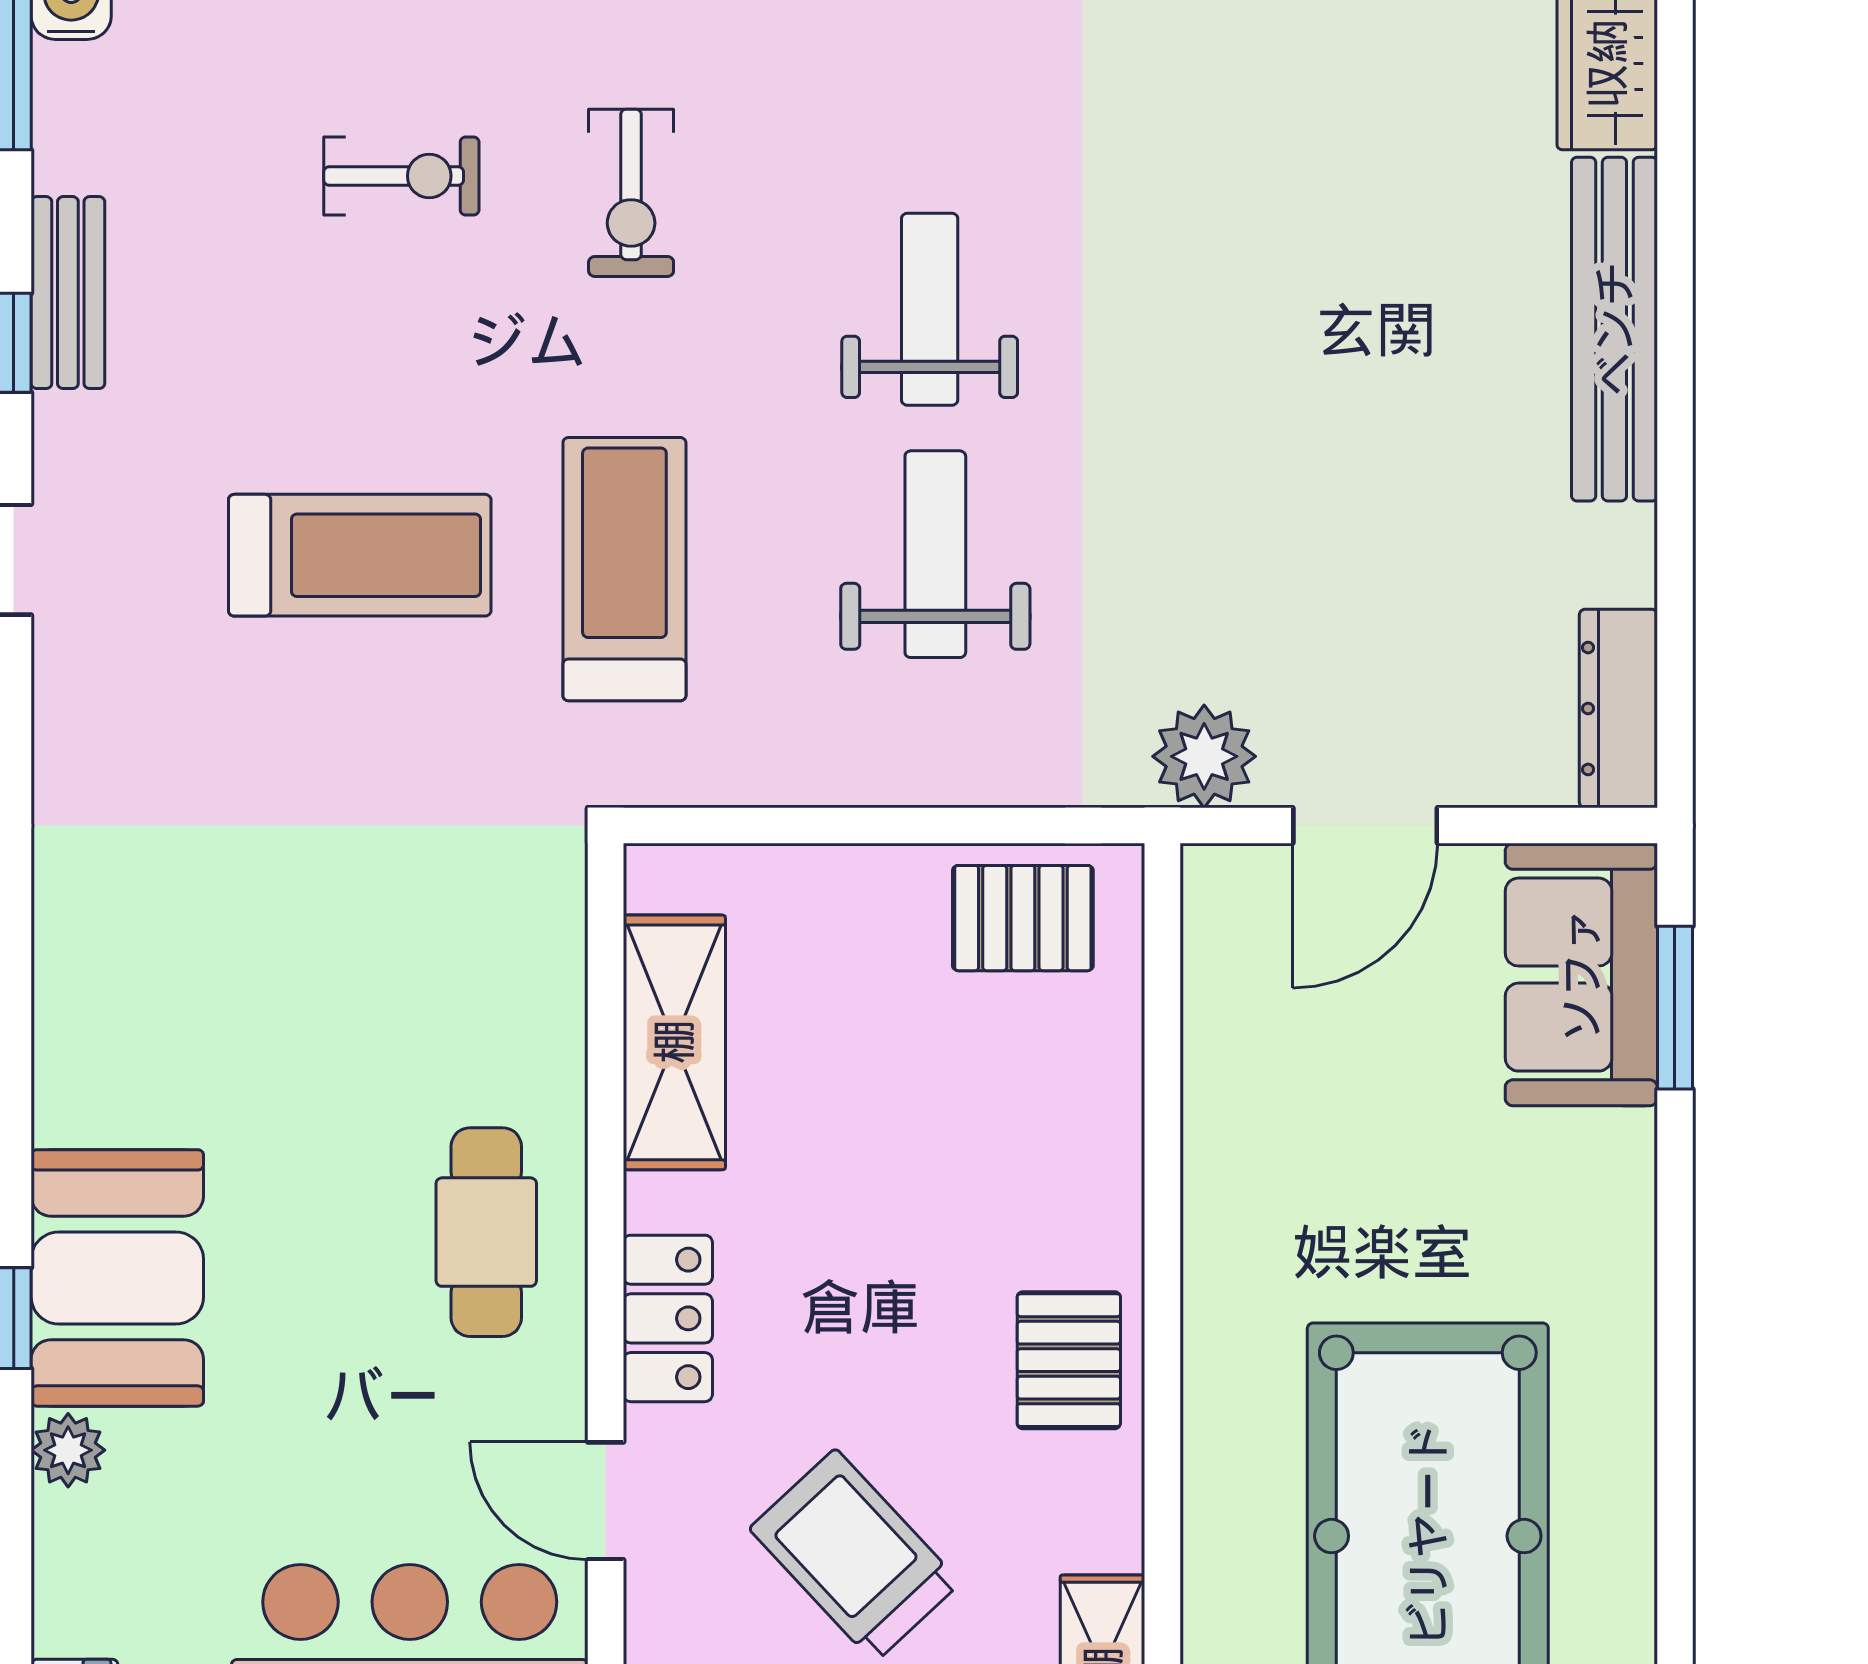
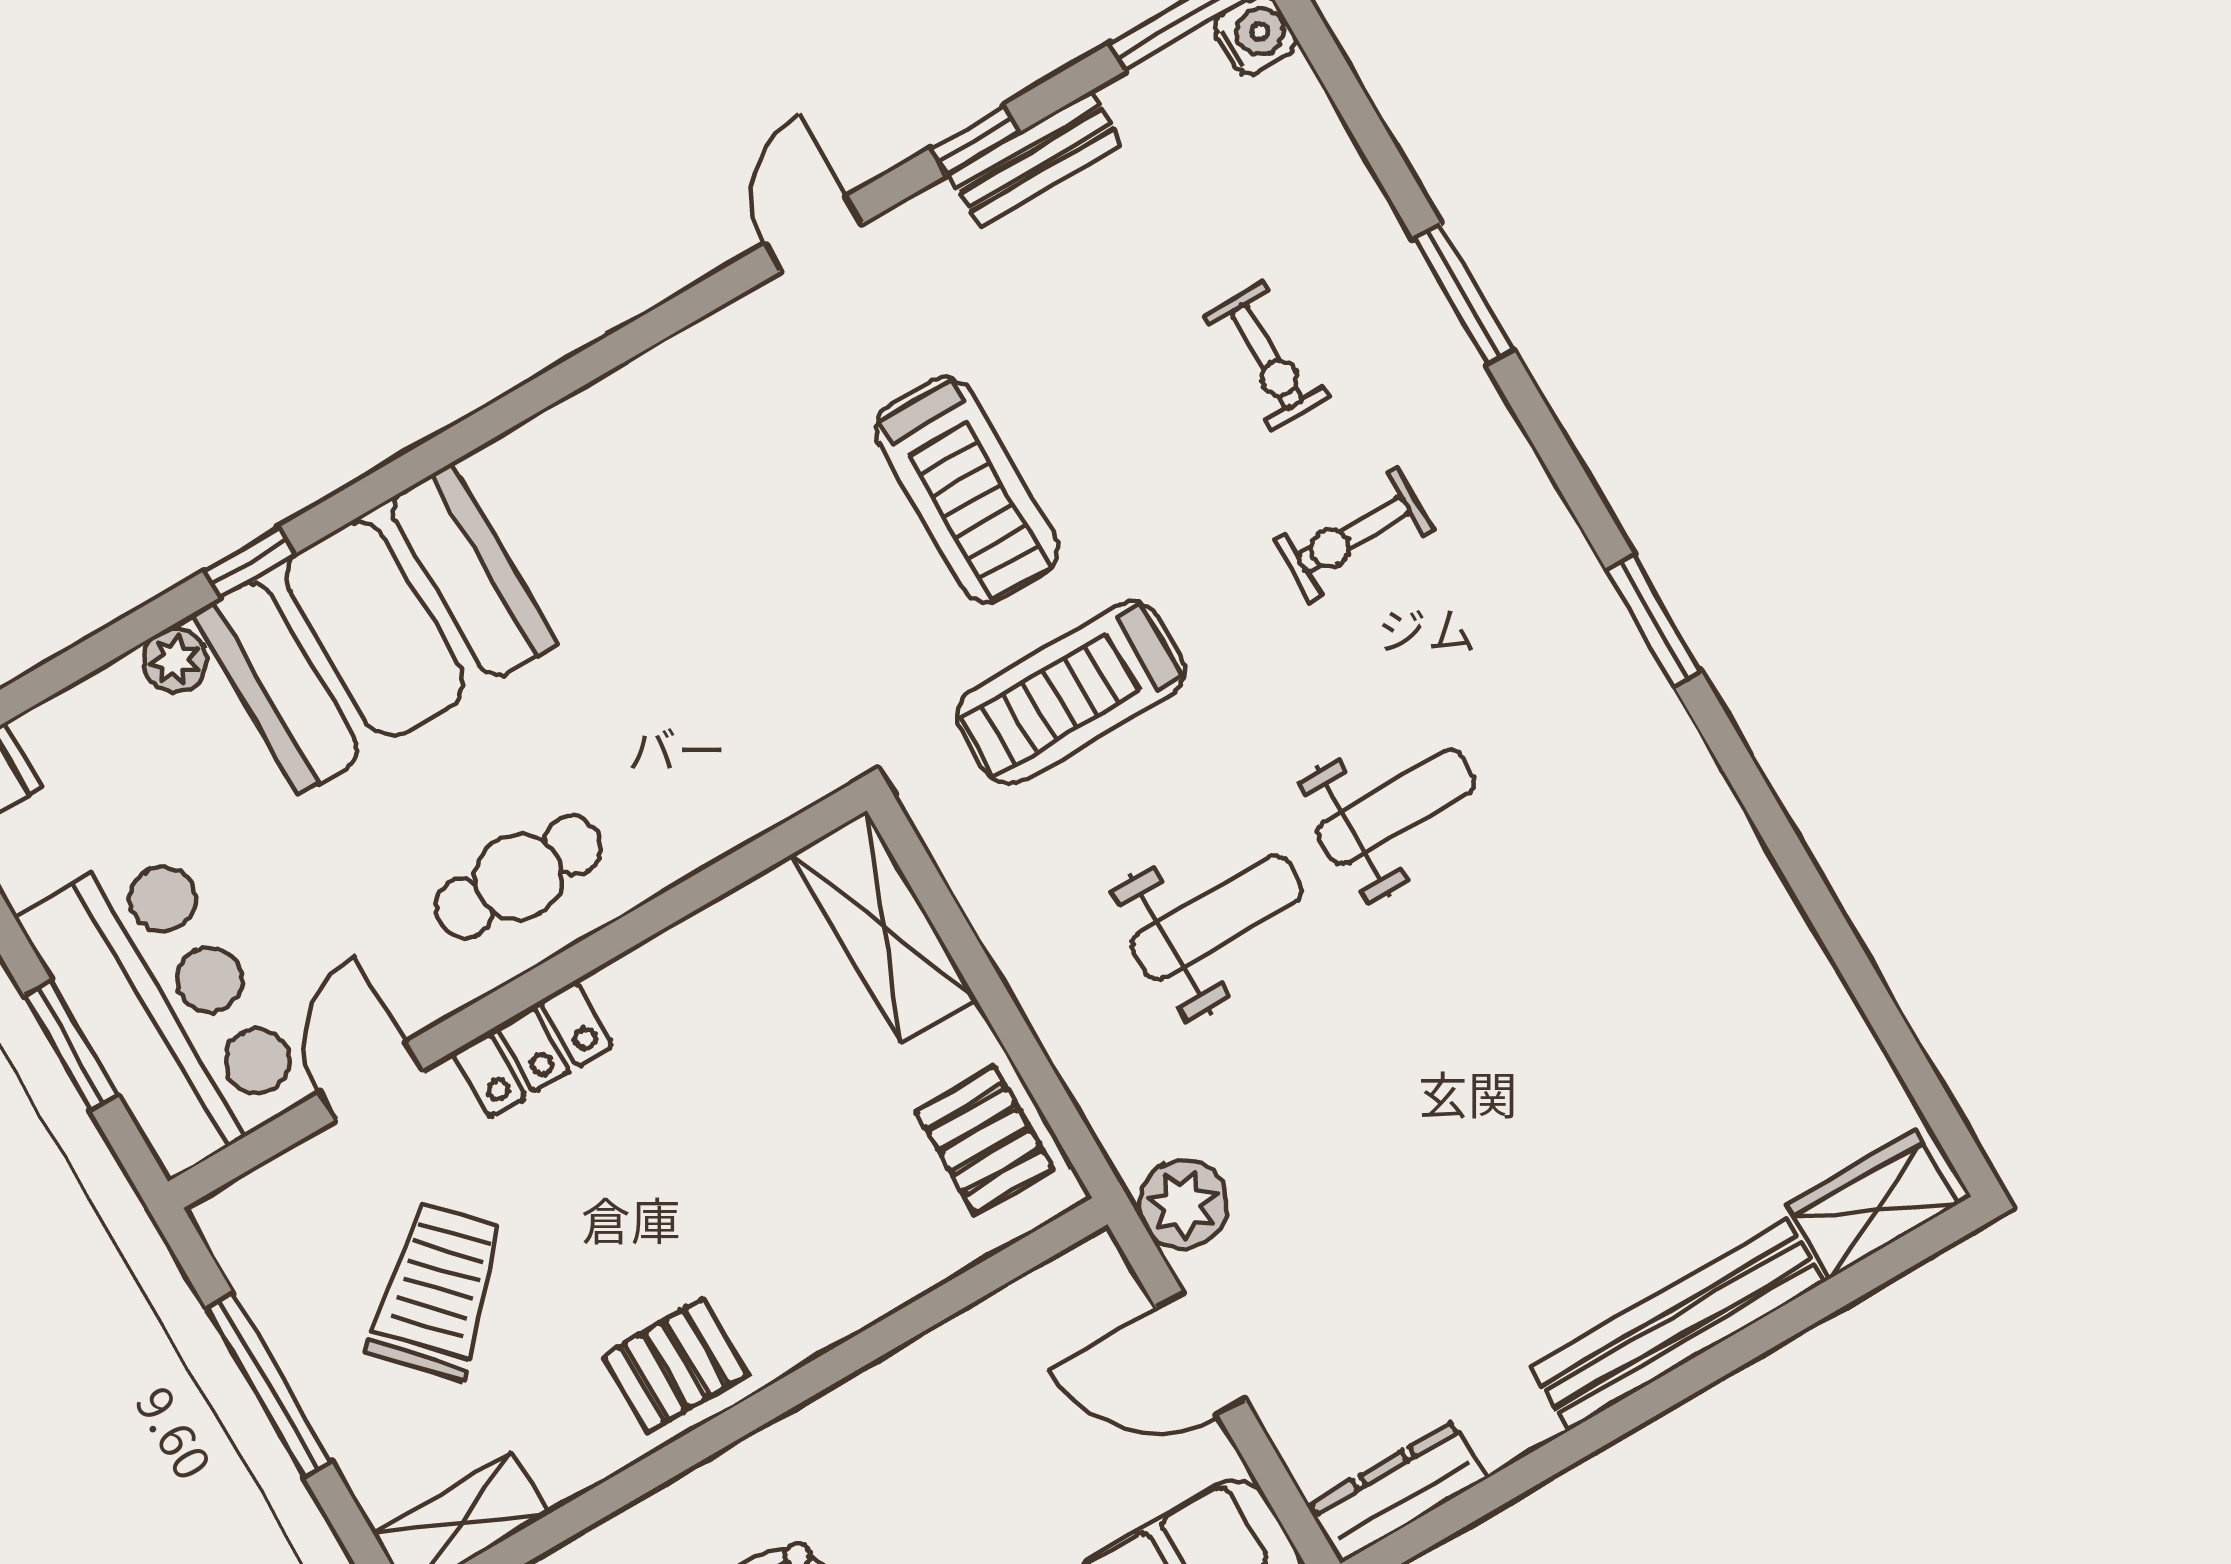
treadmill: (624, 569) -> (1071, 692), turned 180
shelving: (674, 1042) -> (884, 927), moved, turned 90
booth: (117, 1278) -> (375, 629), width x1.36, depth x1.42

